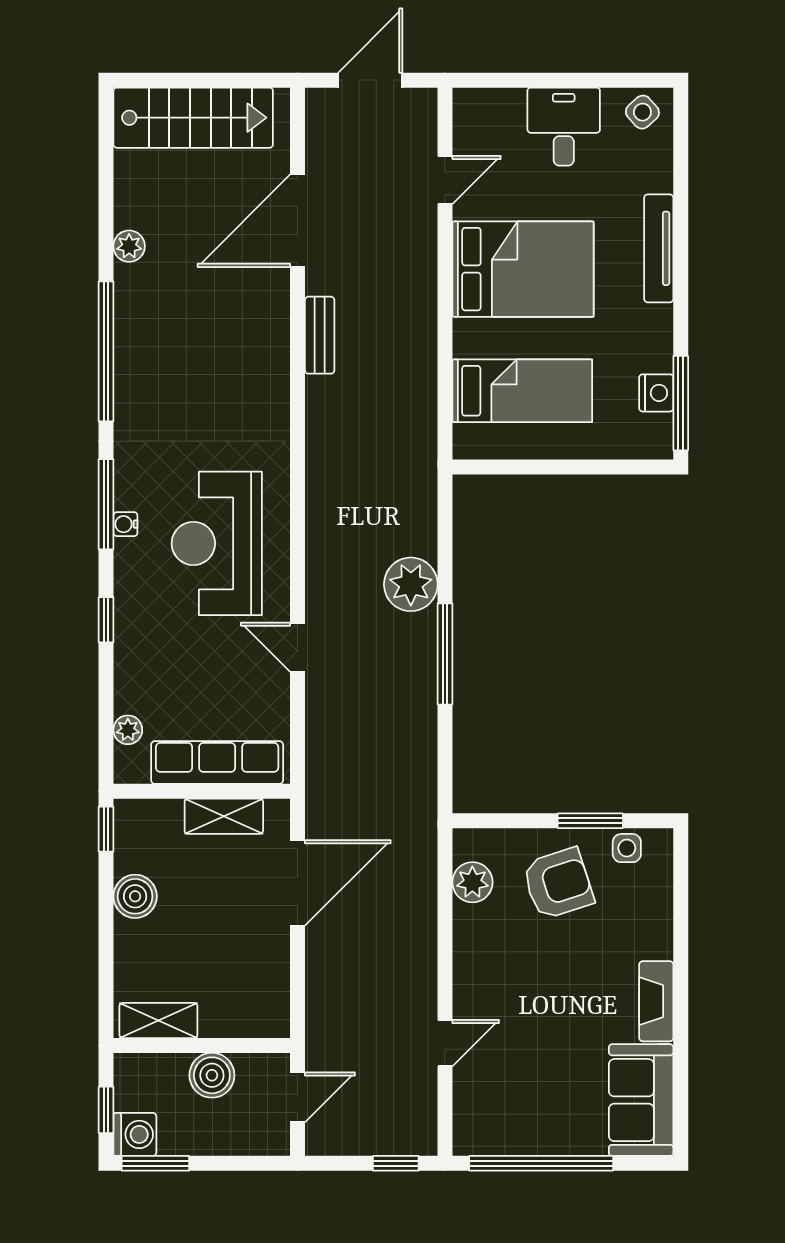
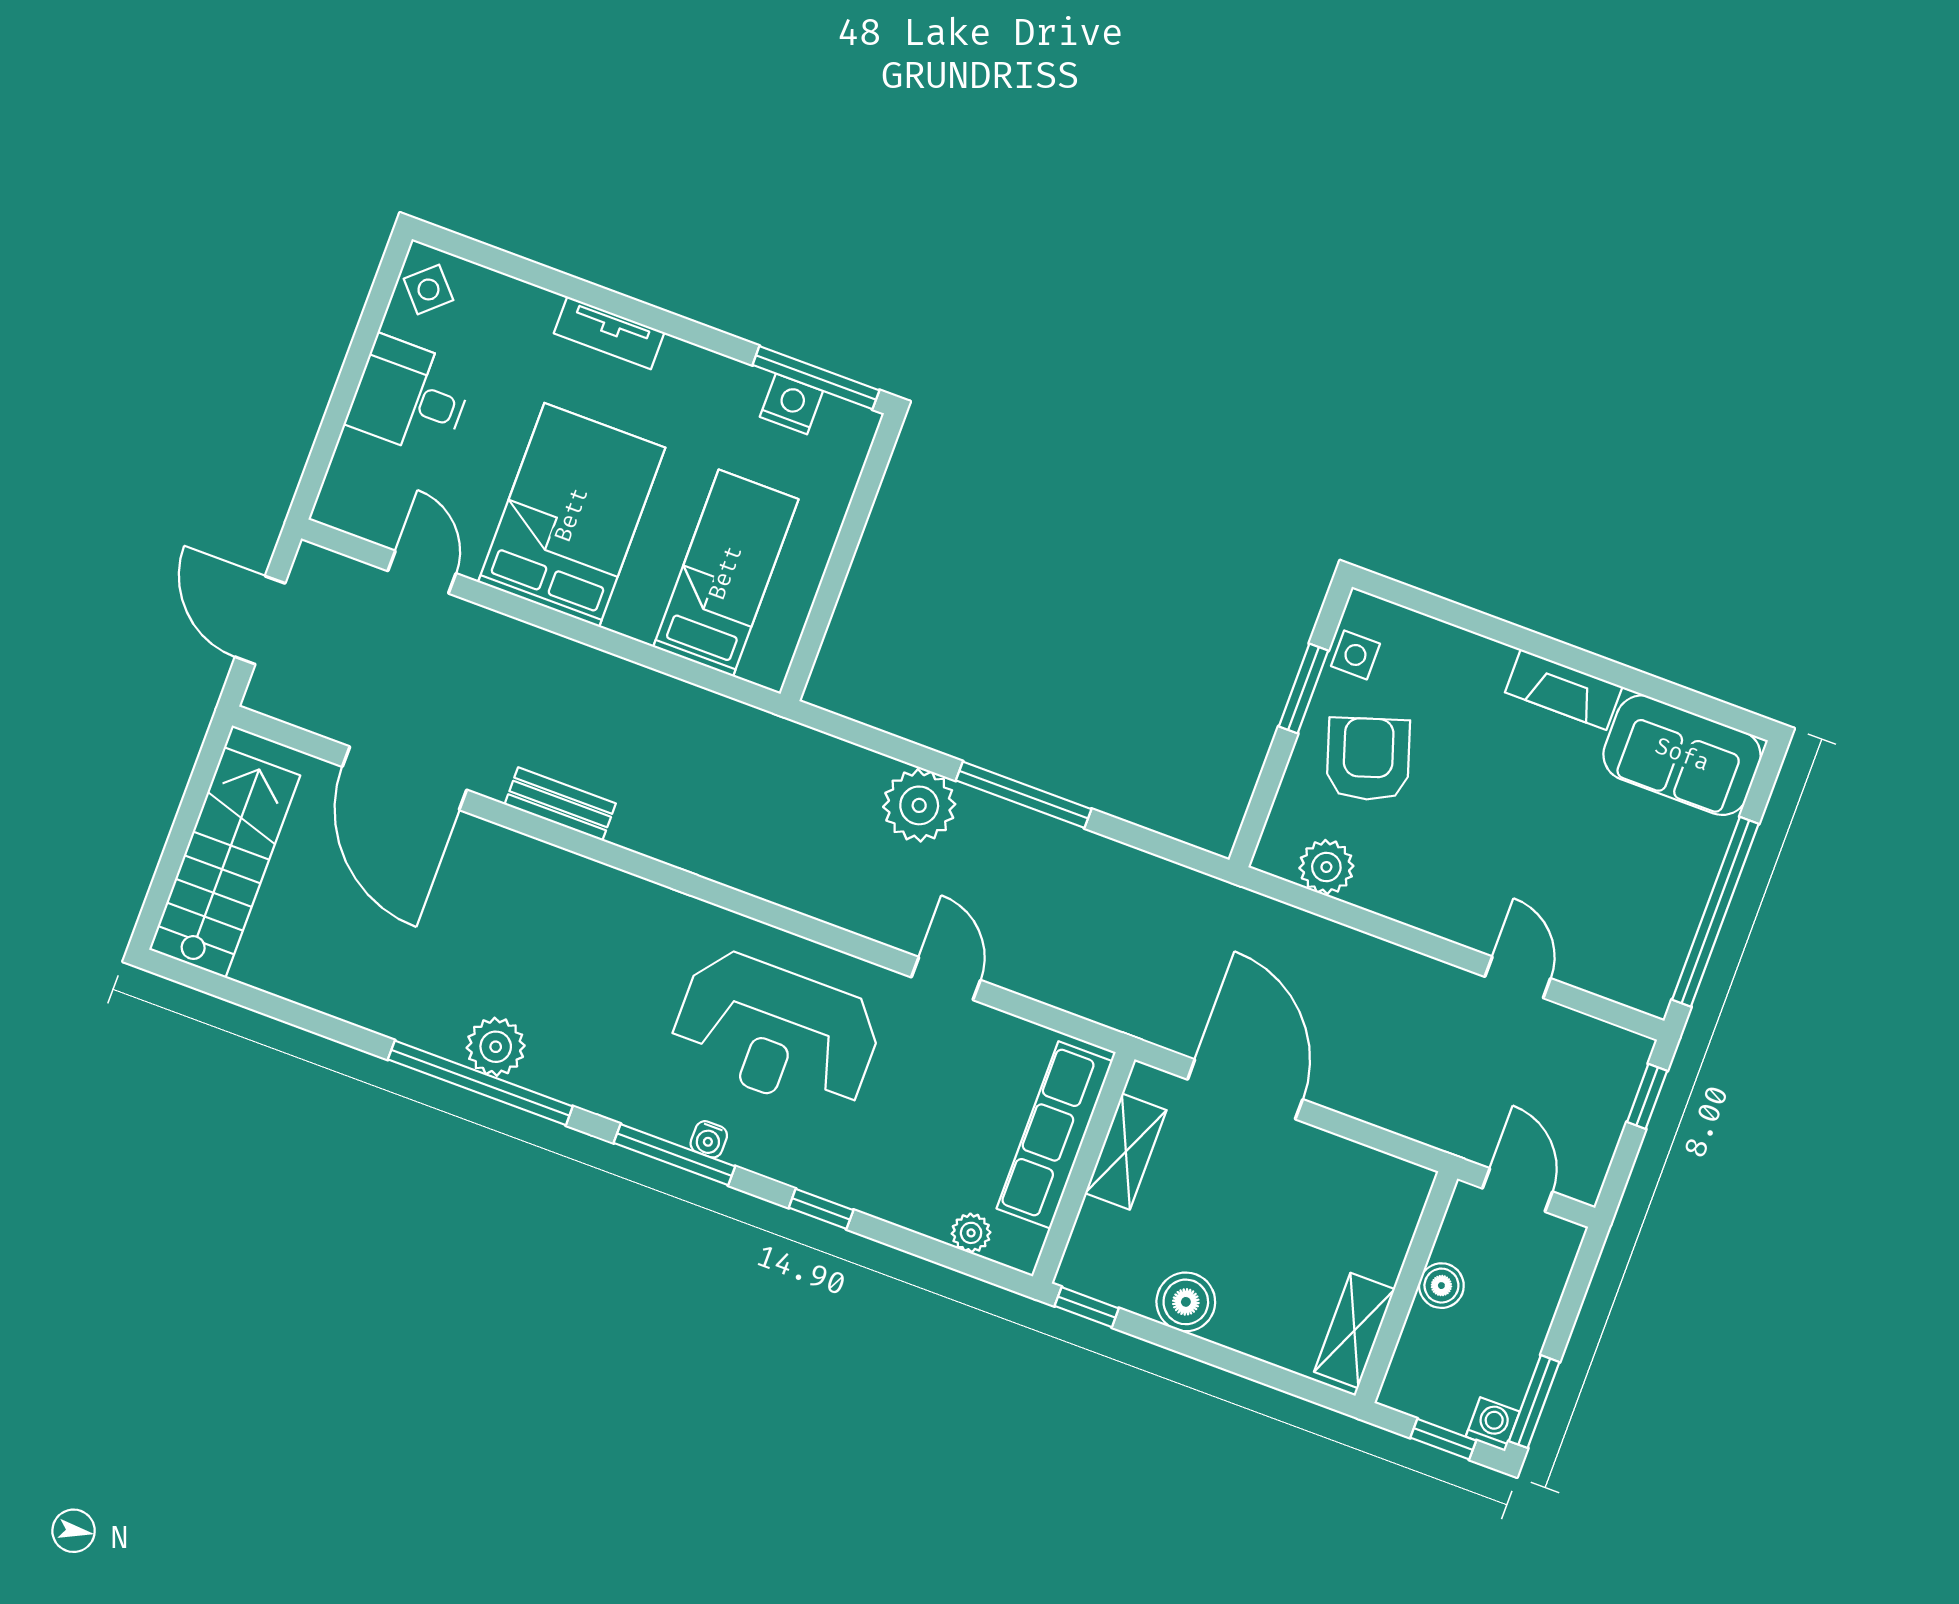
plant: (129, 246) -> (496, 1047), moved, width x1.38, depth x1.38
tv unit: (659, 248) -> (609, 333), width x0.71
door: (298, 647) -> (946, 979), swing flipped
boiler: (212, 1075) -> (1441, 1286), width x0.73, depth x0.73
washing machine: (135, 1134) -> (1493, 1424), width x0.73, depth x0.73

